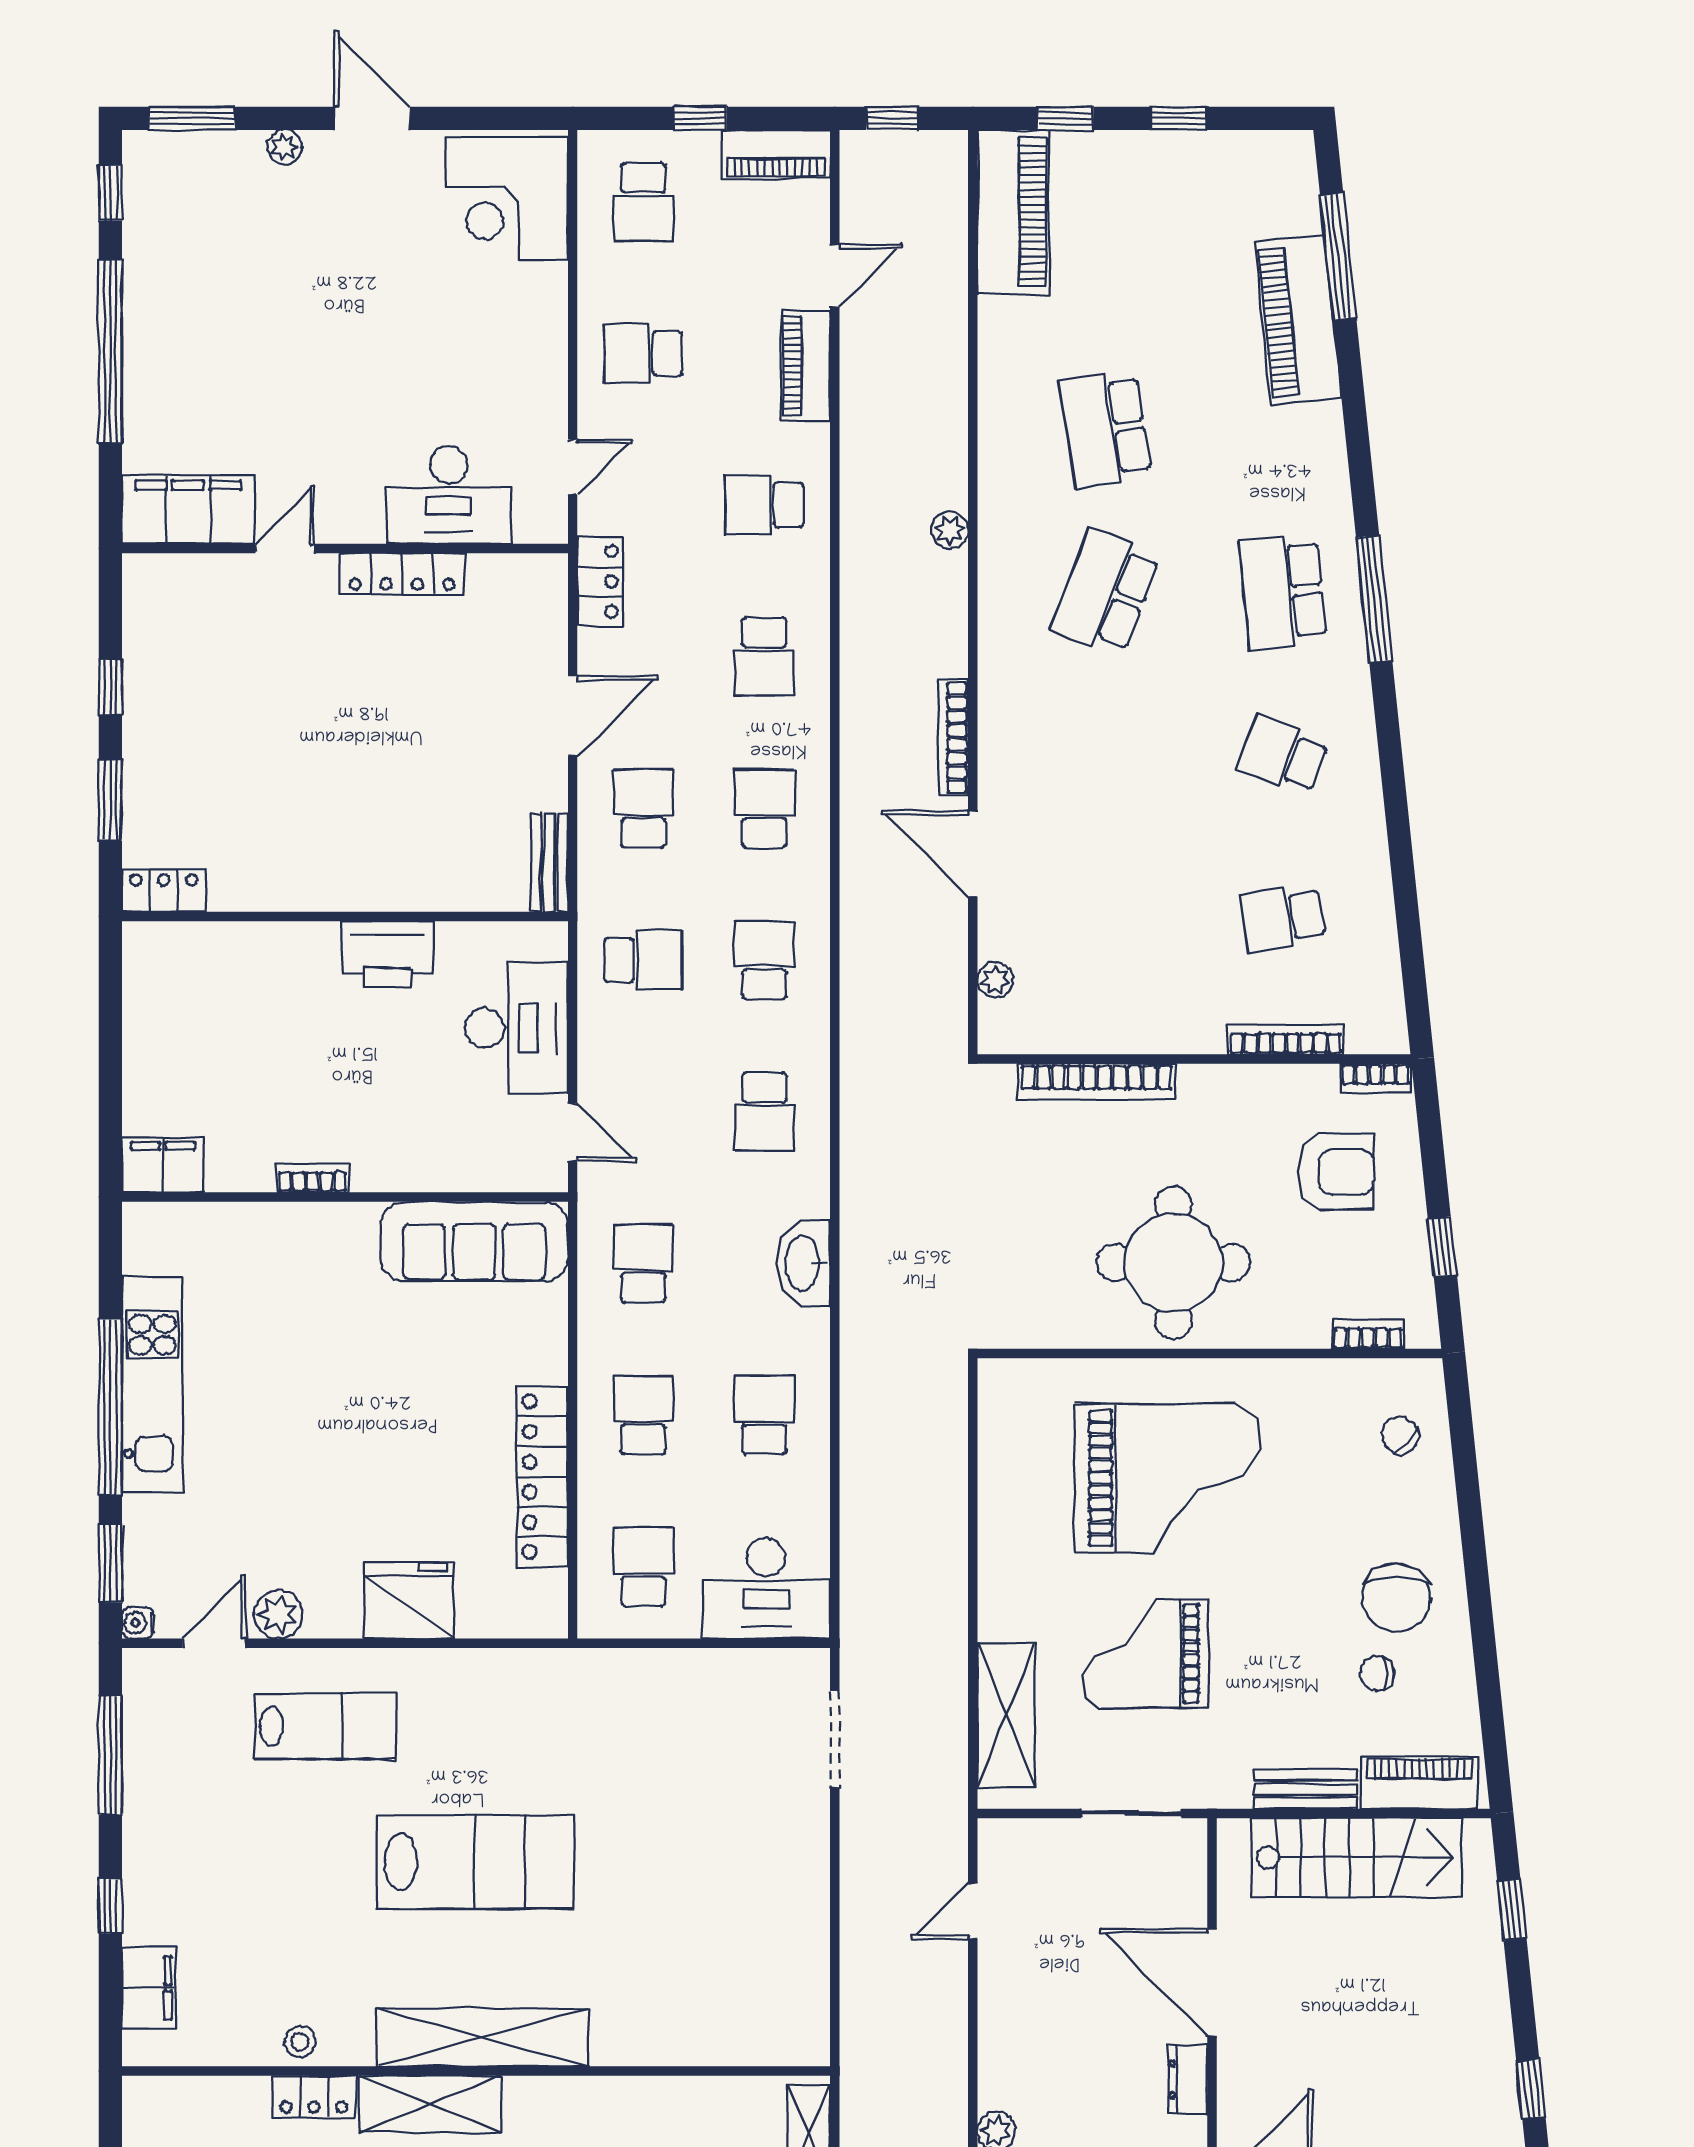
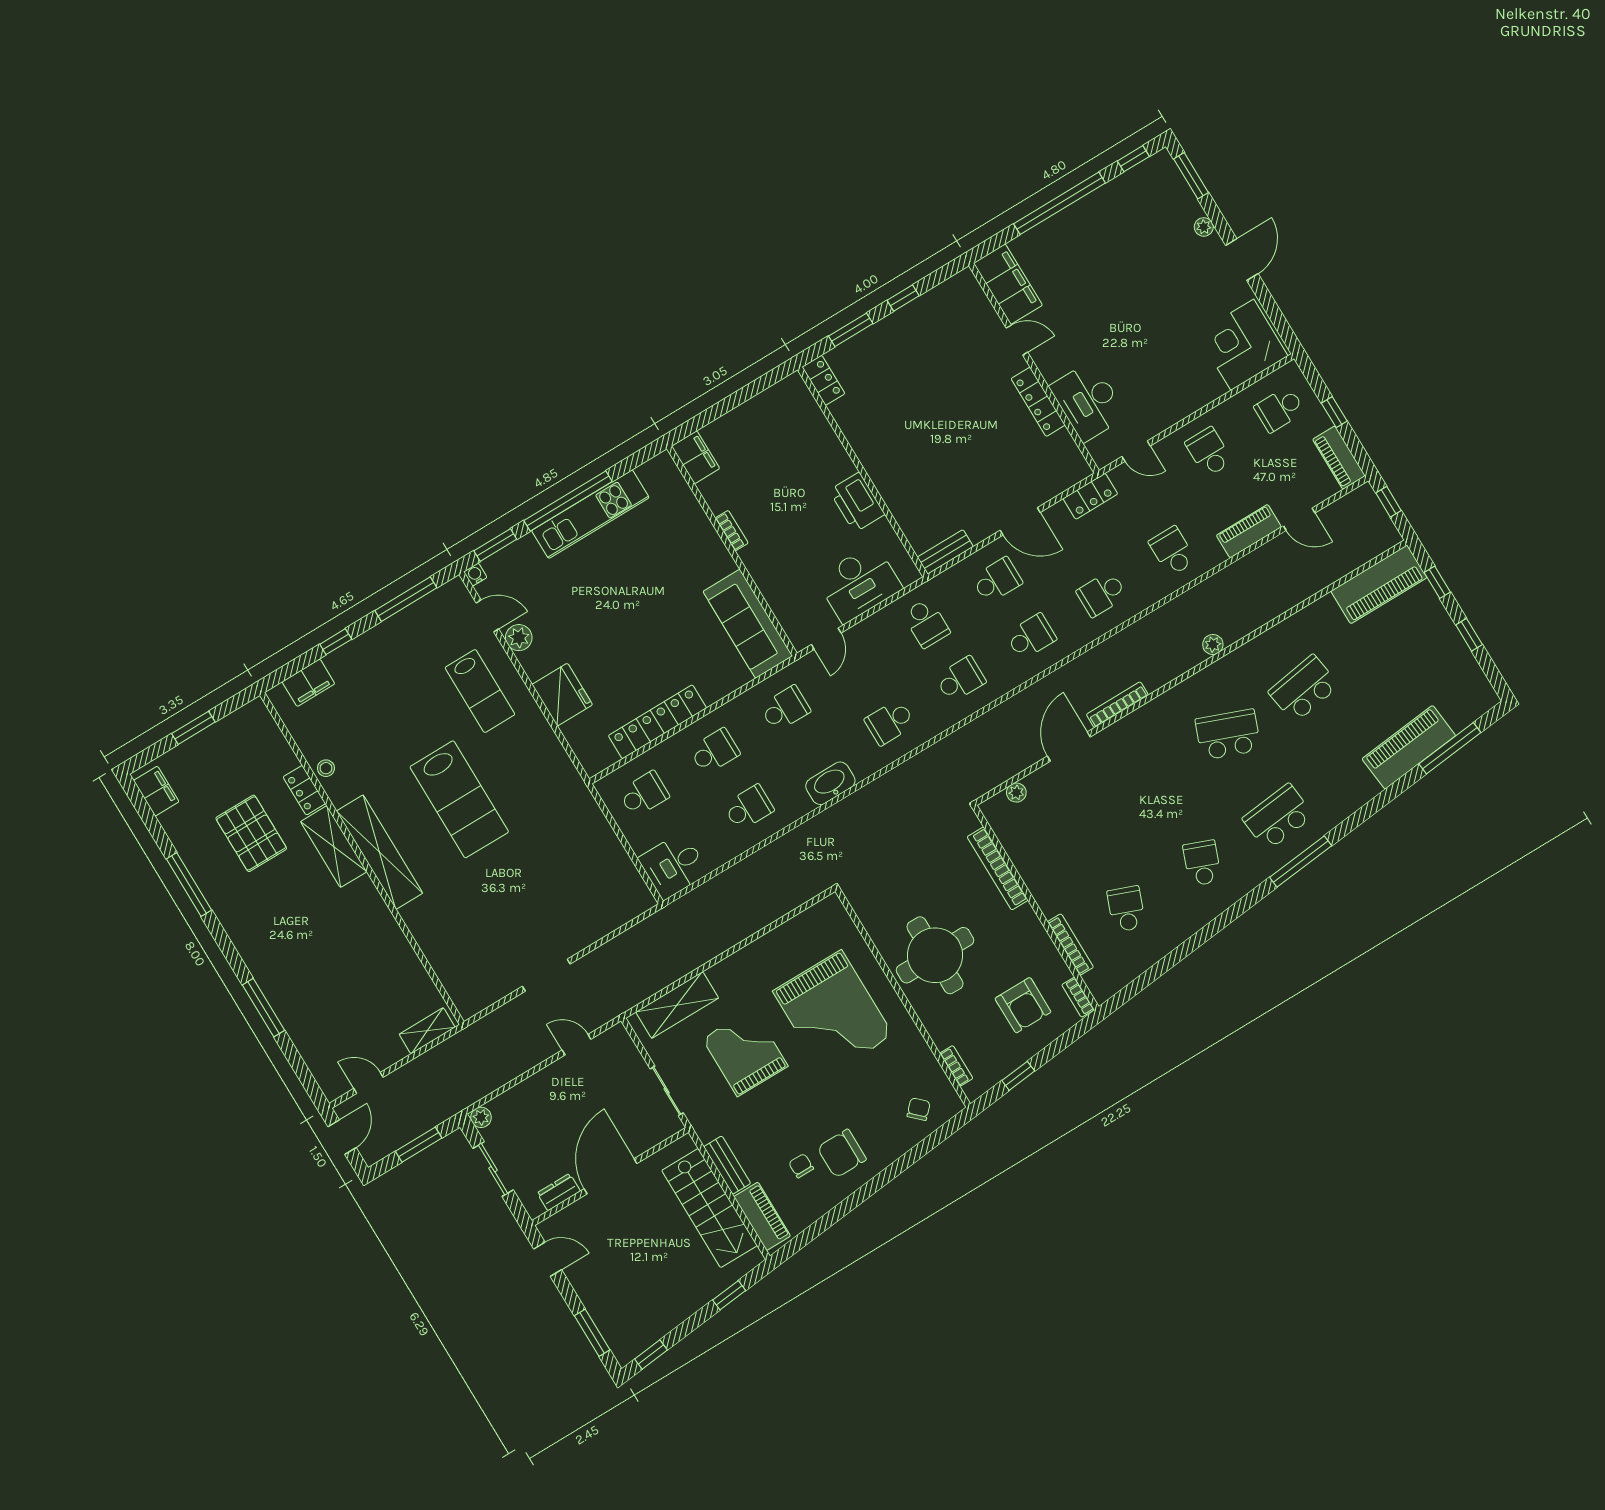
school desk: (1283, 918) -> (1126, 909), turned 30
desk: (766, 1588) -> (673, 865), width x0.73
doorway: (835, 1739) -> (546, 975), moved

